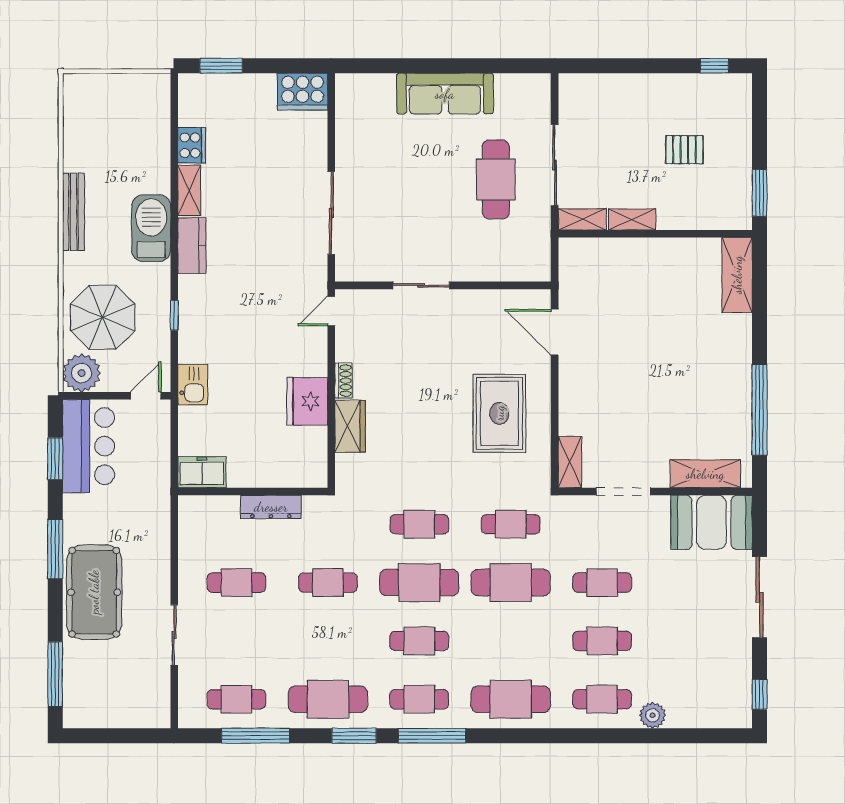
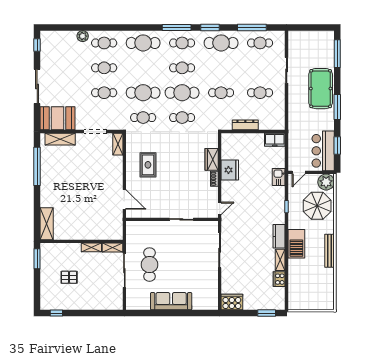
rug: (499, 413) -> (148, 165), width x0.73, depth x0.70

